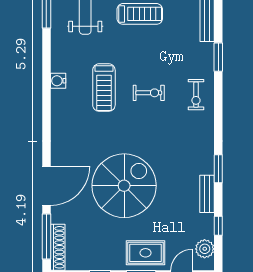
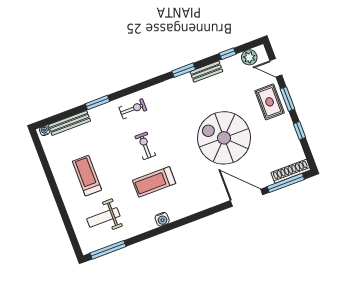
treadmill: (104, 88) -> (154, 182), turned 180

